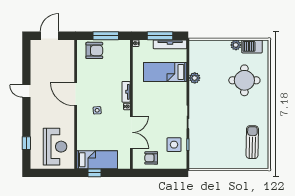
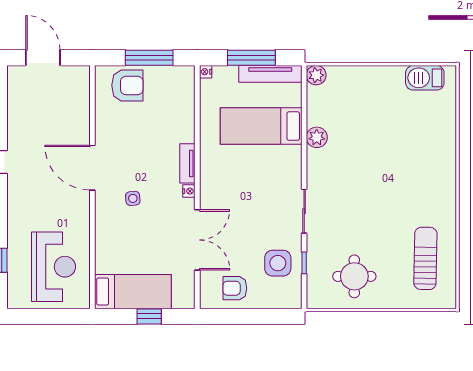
door: (49, 36) -> (43, 58), hinge flipped
plant: (236, 45) -> (316, 75), moved
round table: (244, 80) -> (354, 276), moved, width x0.73, depth x0.73
window: (94, 173) -> (149, 316), moved

